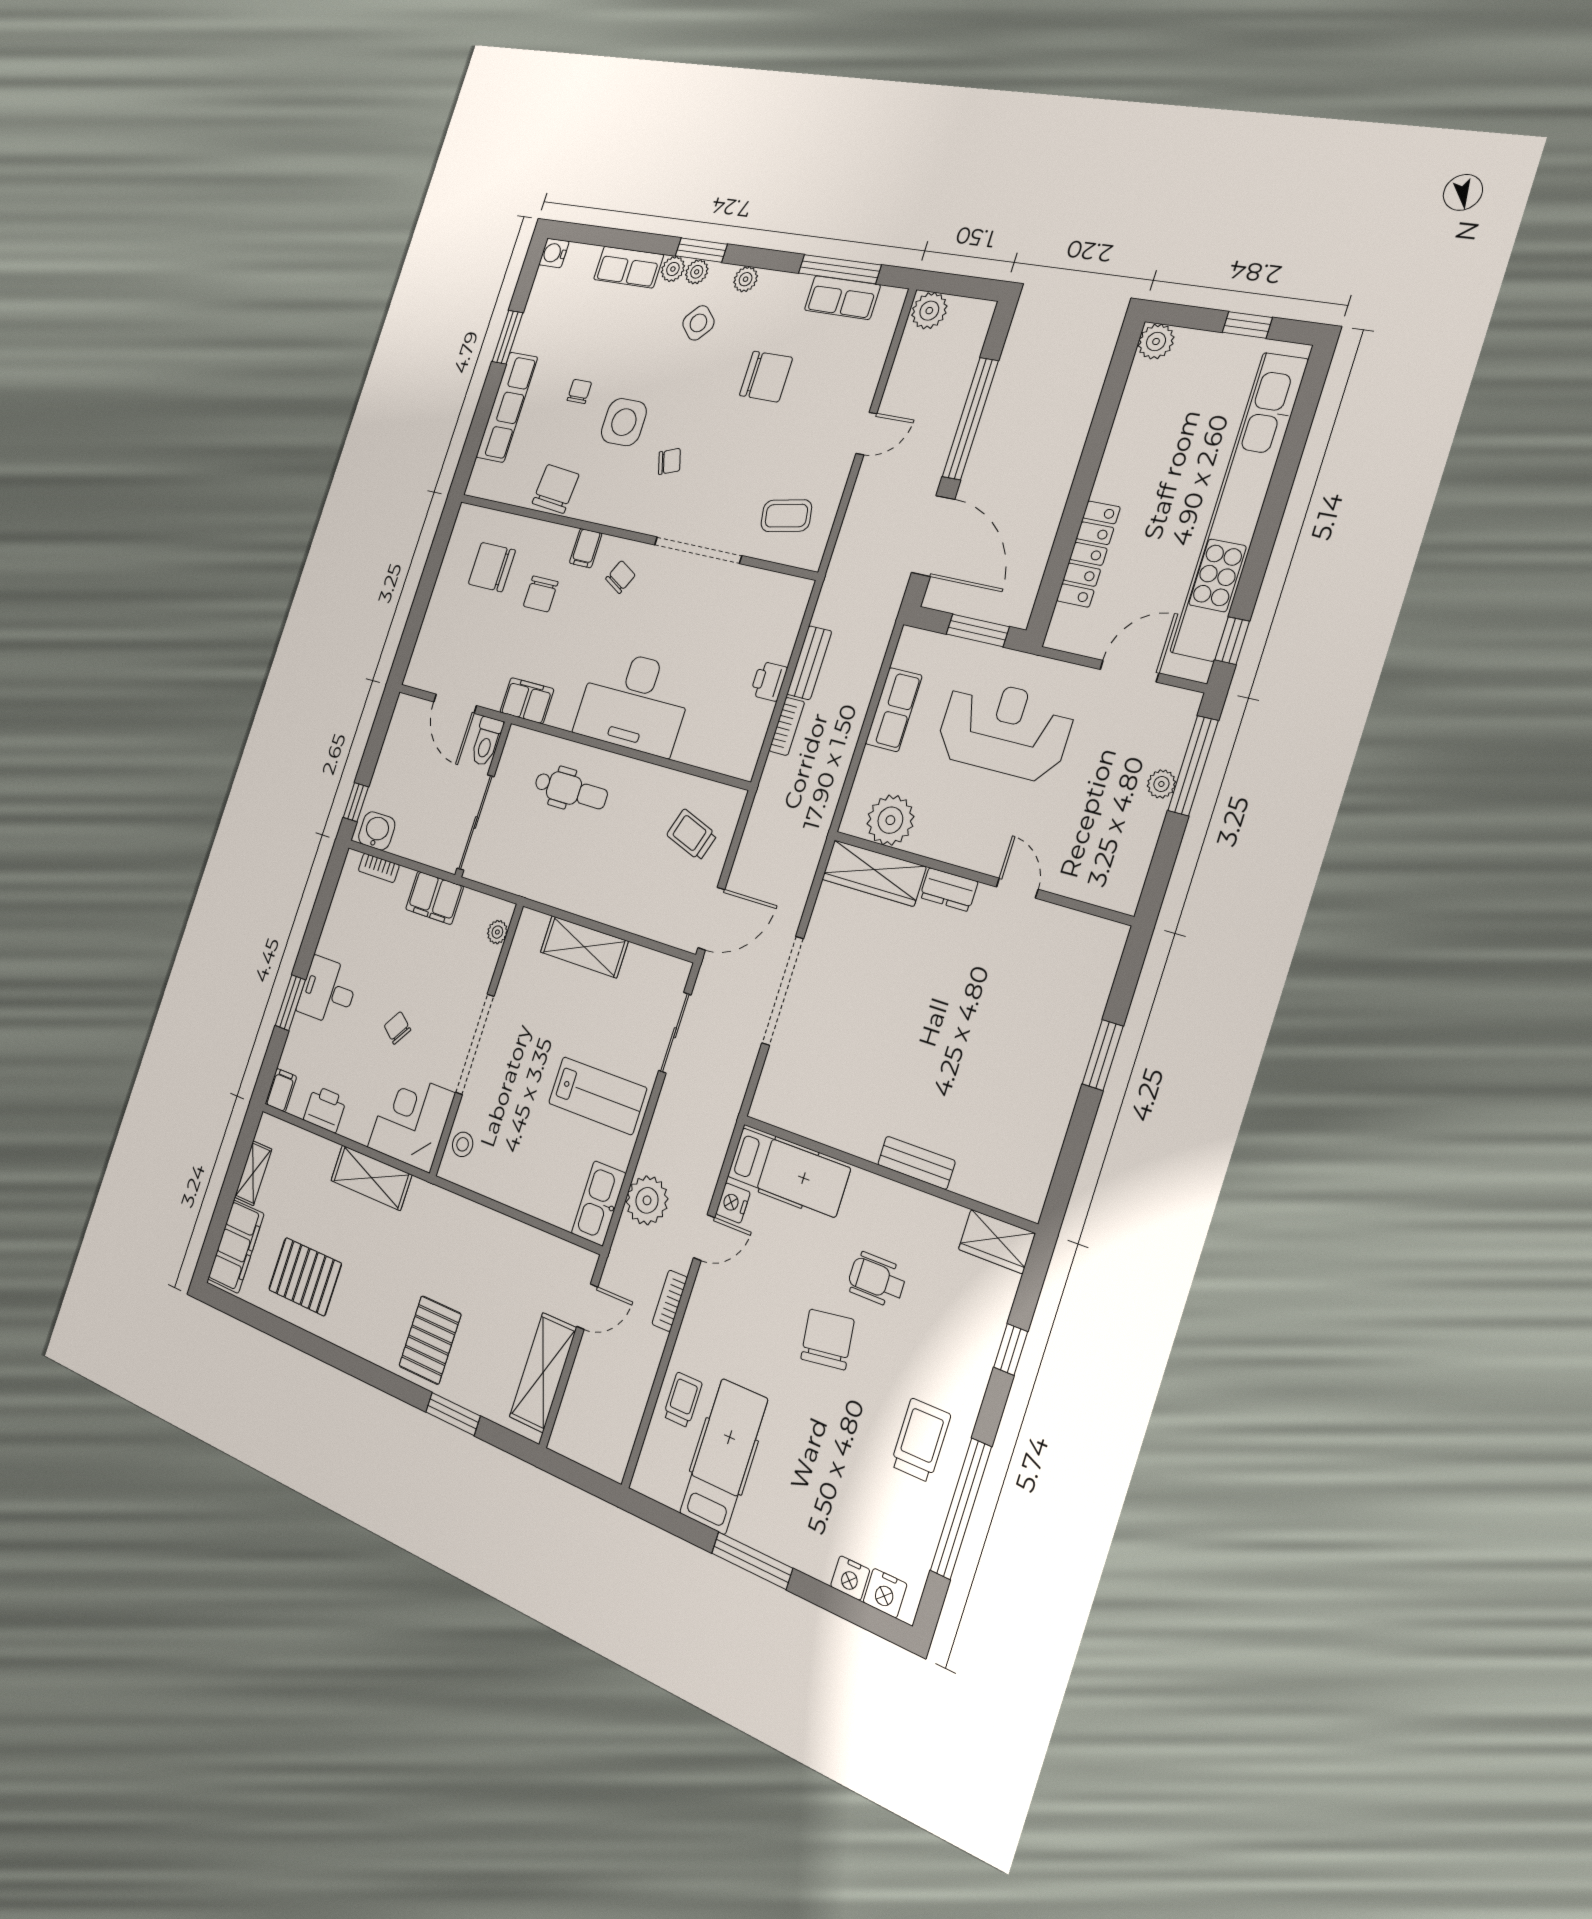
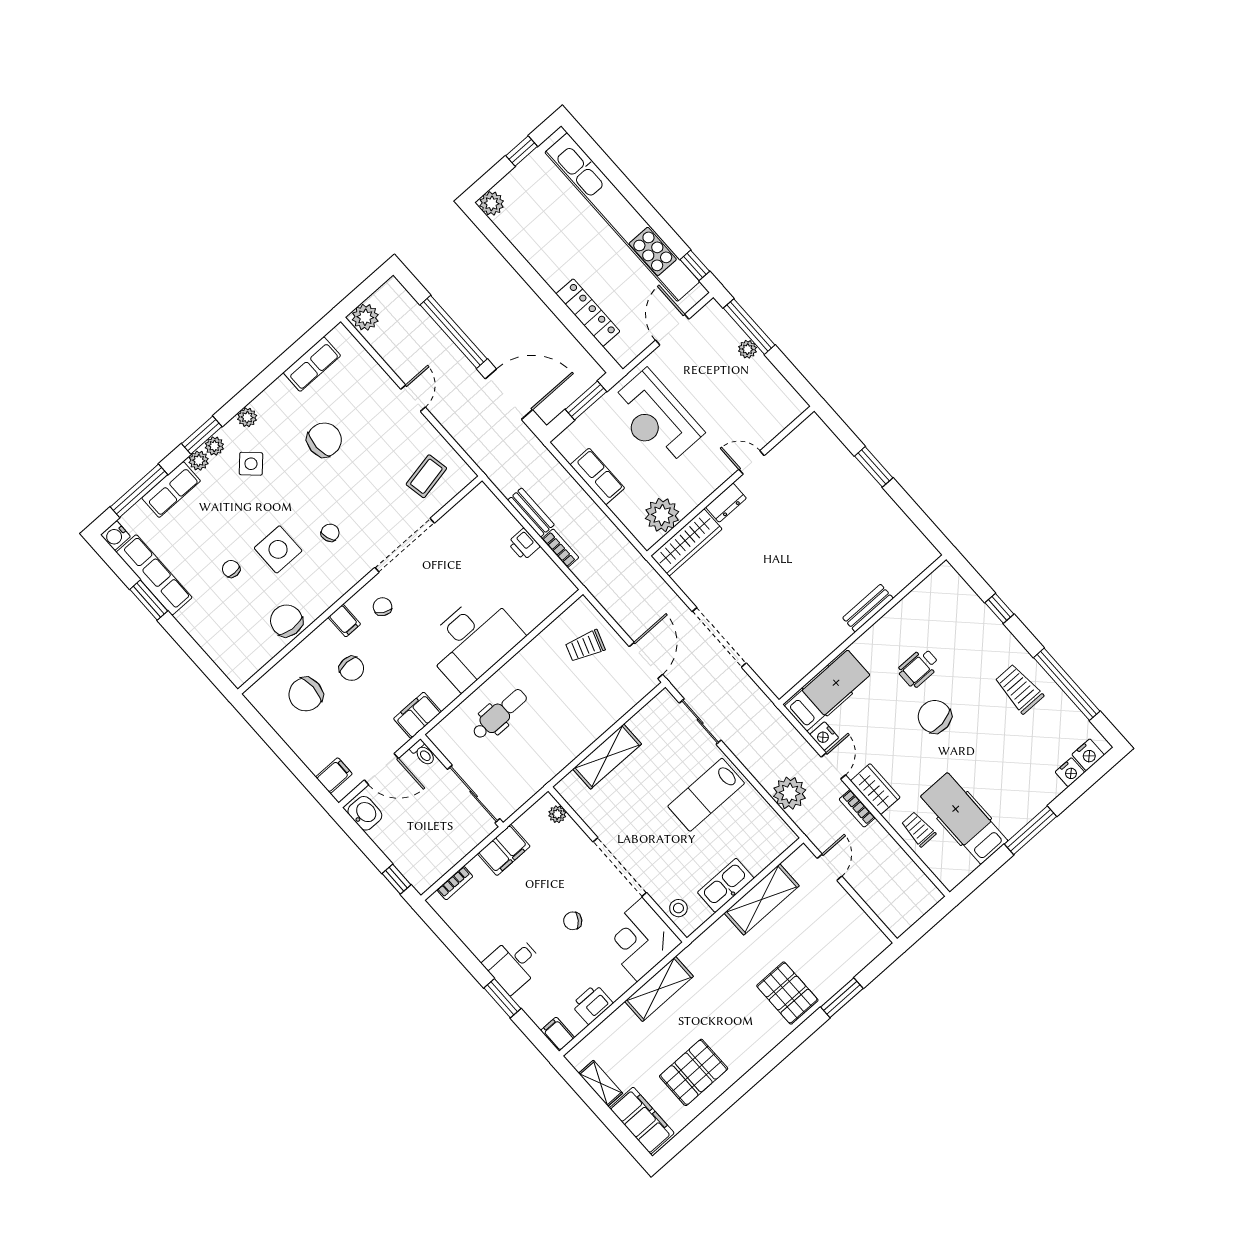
window: (840, 269) -> (139, 491), moved
row of seats: (507, 407) -> (154, 575), moved
filing cabinet: (426, 659) -> (334, 775), added
reception desk: (1005, 729) -> (656, 418), turned -90
toilet: (486, 741) -> (423, 753), width x0.73, depth x0.72
washbasin: (377, 831) -> (365, 813), moved, turned 90
lab bench: (597, 1096) -> (706, 795), turned 180
kitchen sink: (599, 1203) -> (726, 885), moved, turned 90
wardrobe: (997, 1241) -> (875, 789), moved, turned -90
shelving: (543, 1372) -> (762, 899), moved, turned 90

